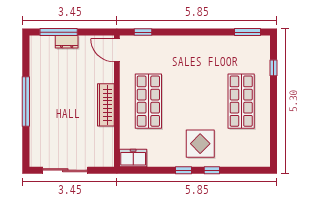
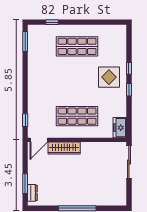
window: (59, 32) -> (25, 184), width x0.69
dresser: (67, 42) -> (32, 193), moved
wardrobe: (106, 105) -> (64, 148), moved
sliding door: (65, 170) -> (129, 162), moved

